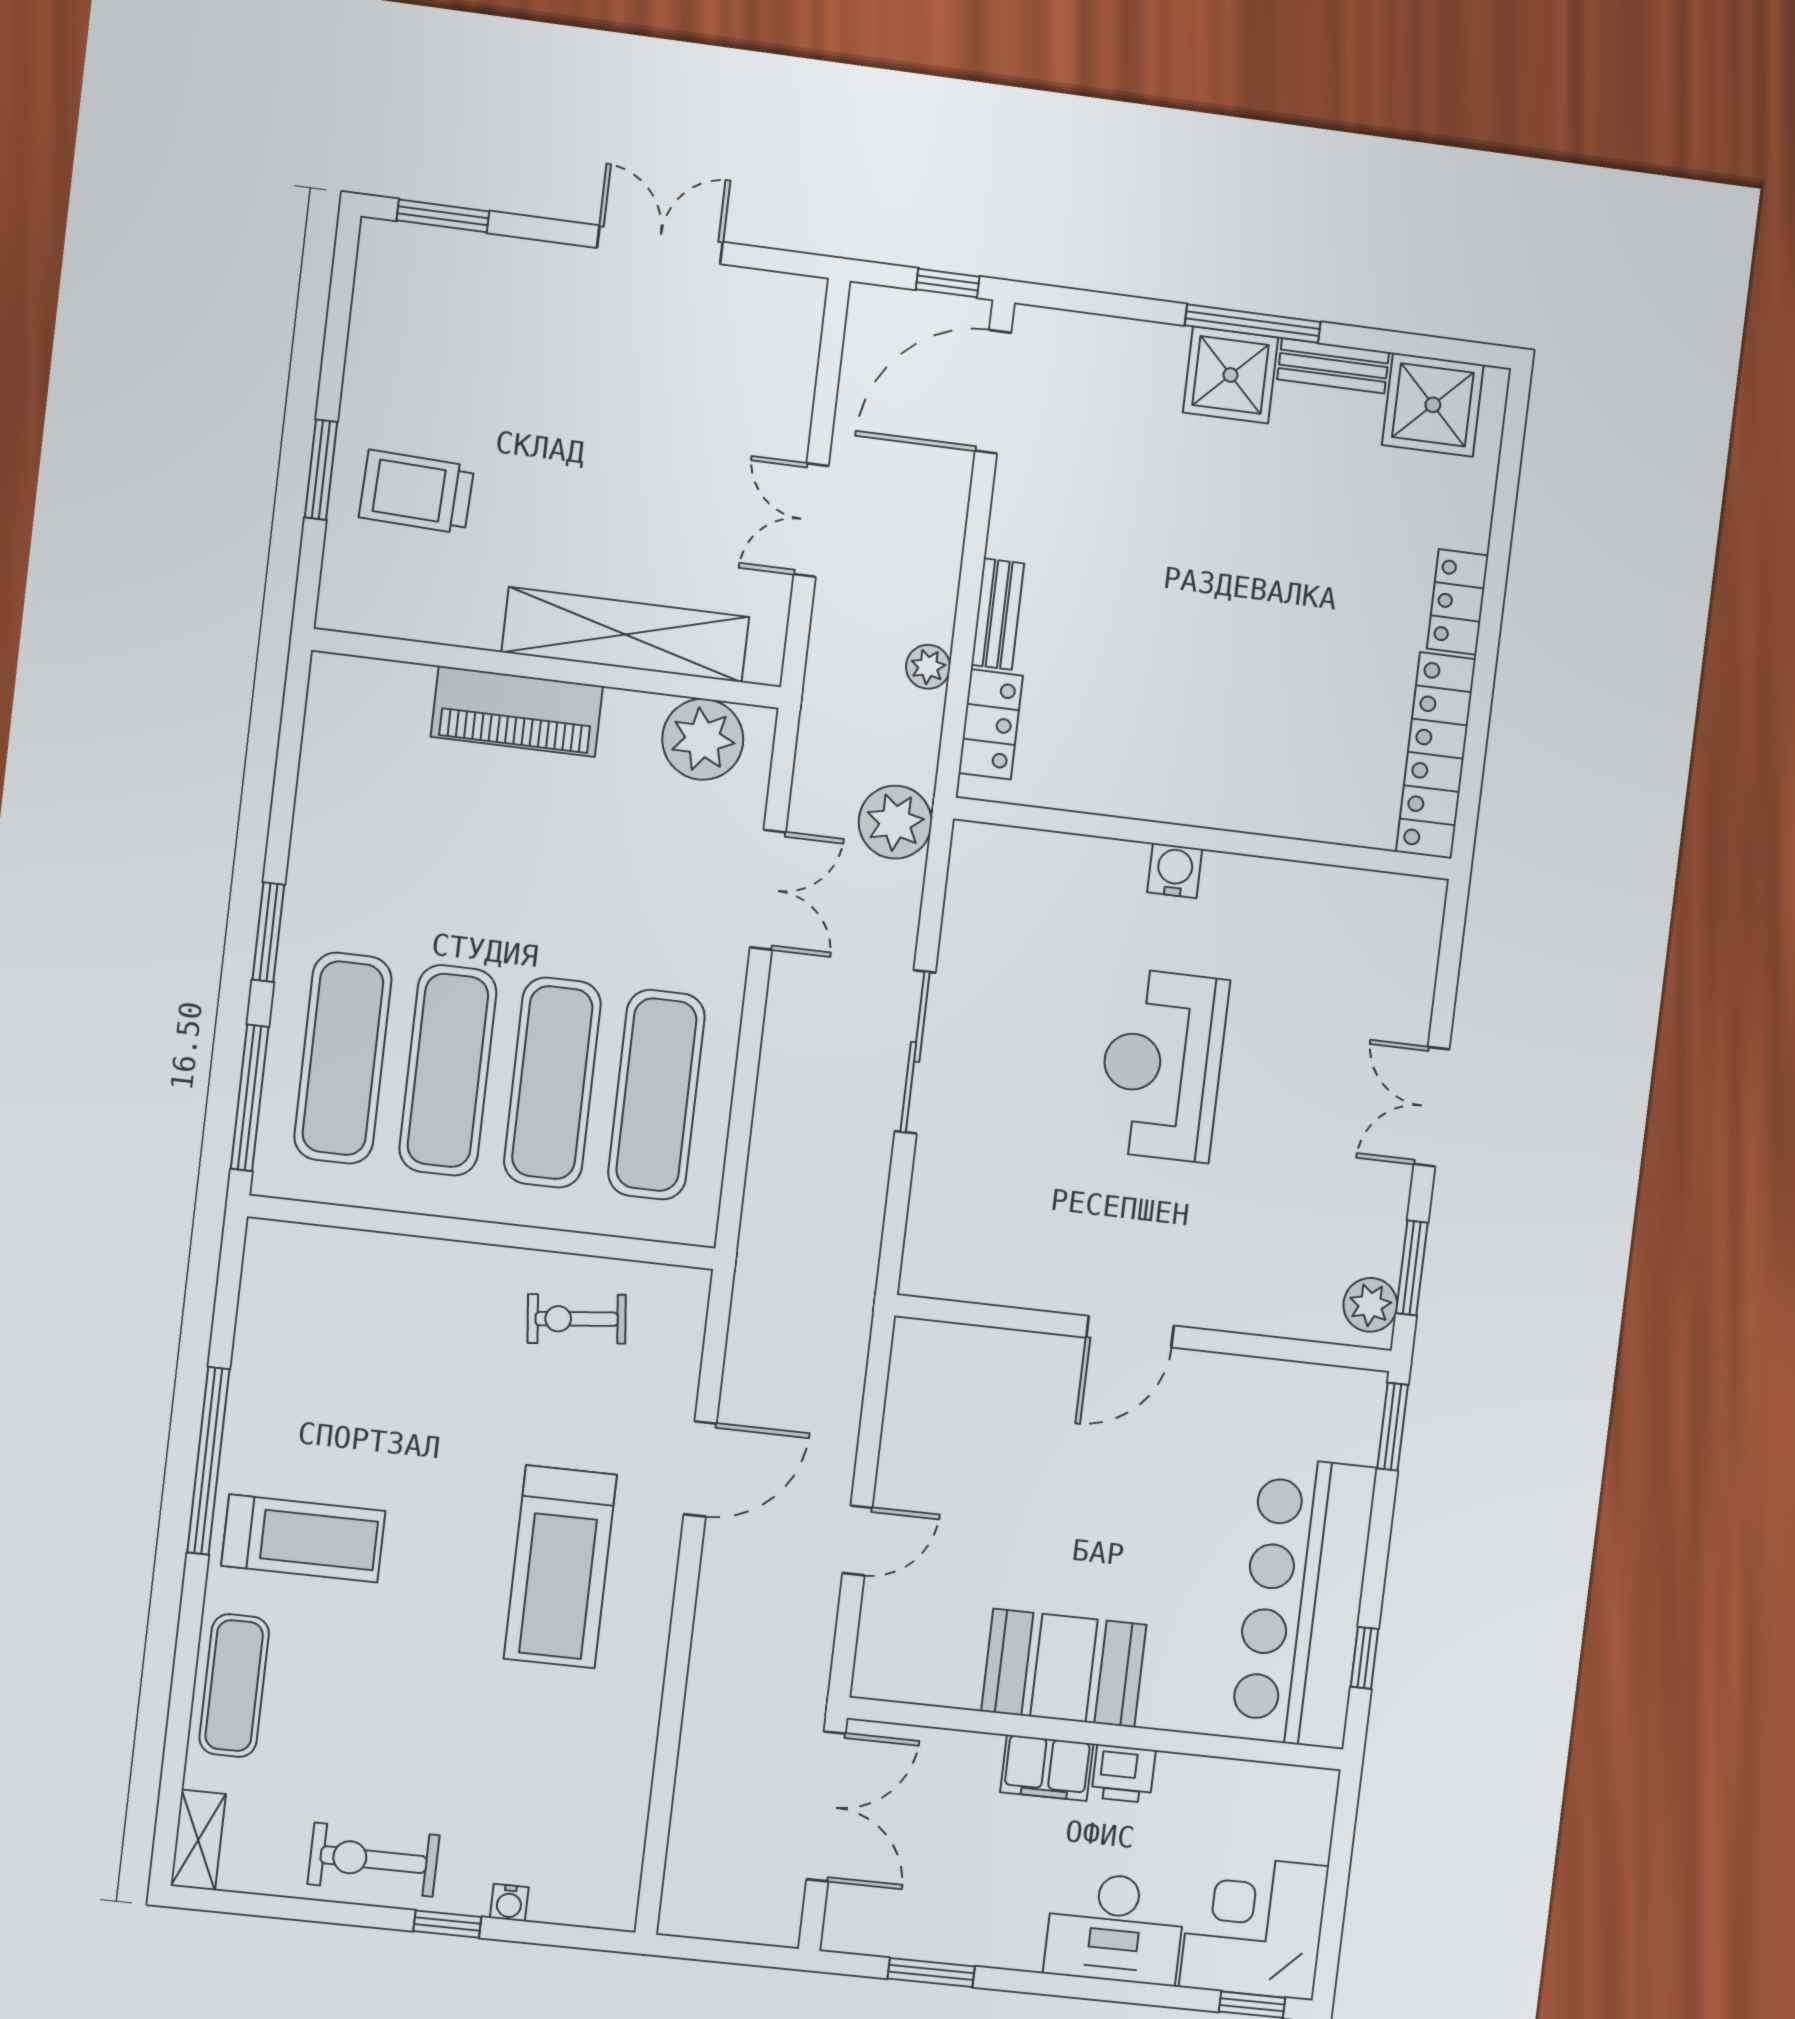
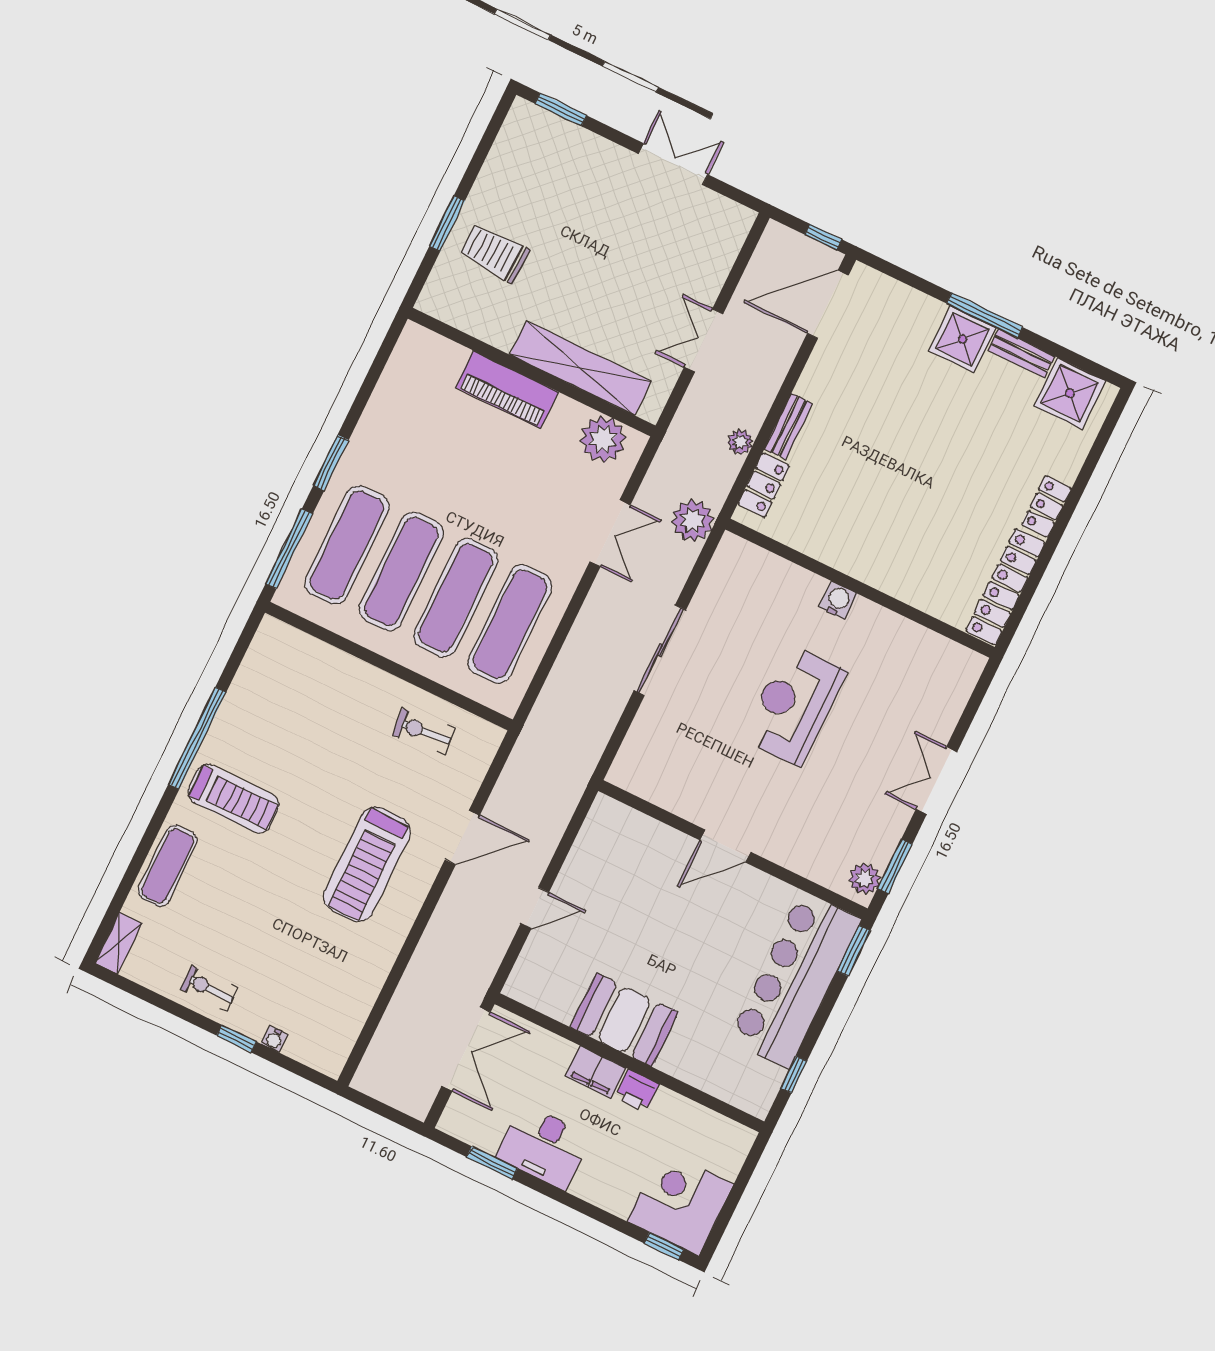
bar counter: (1303, 1603) -> (795, 980), moved
exercise bike: (374, 1860) -> (209, 989), width x0.73, depth x0.72
desk: (1115, 1928) -> (543, 1147), moved

